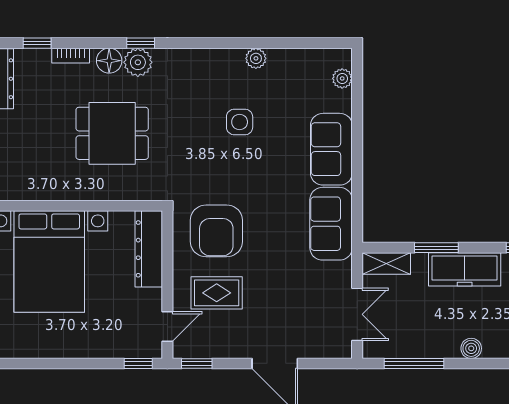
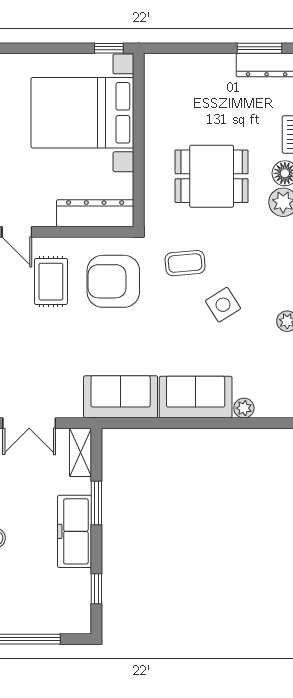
plant: (342, 78) -> (244, 408), moved
side table: (240, 122) -> (223, 305), turned -32
dining table: (112, 133) -> (212, 176), turned 90
coffee table: (198, 160) -> (185, 263), added

